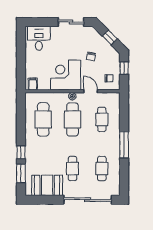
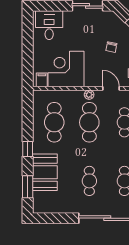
corner desk: (66, 75) -> (66, 69), moved
window: (21, 152) -> (28, 149), moved
booth: (47, 185) -> (45, 172), moved, turned 90

